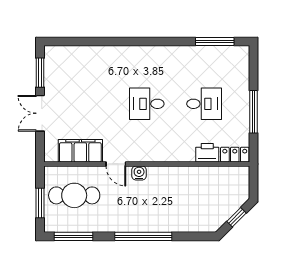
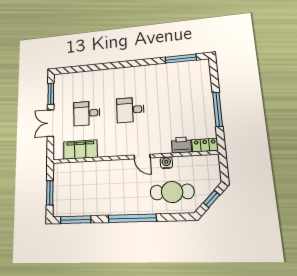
desk: (204, 104) -> (87, 113), moved, turned 180
door: (116, 164) -> (142, 157), moved
water cooler: (139, 173) -> (166, 163), moved
cafe table: (74, 195) -> (172, 192), moved

